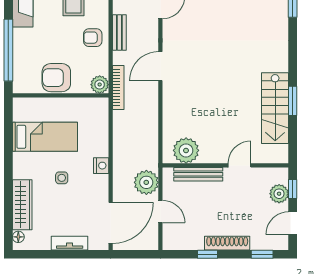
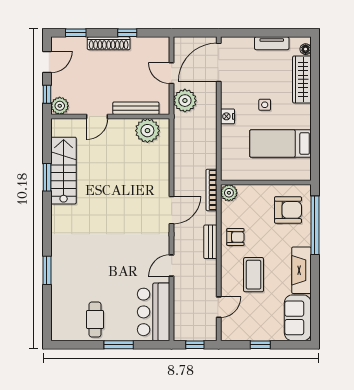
armchair: (56, 78) -> (288, 210), moved
plant: (279, 194) -> (60, 106), moved
tv unit: (70, 243) -> (272, 43), moved

